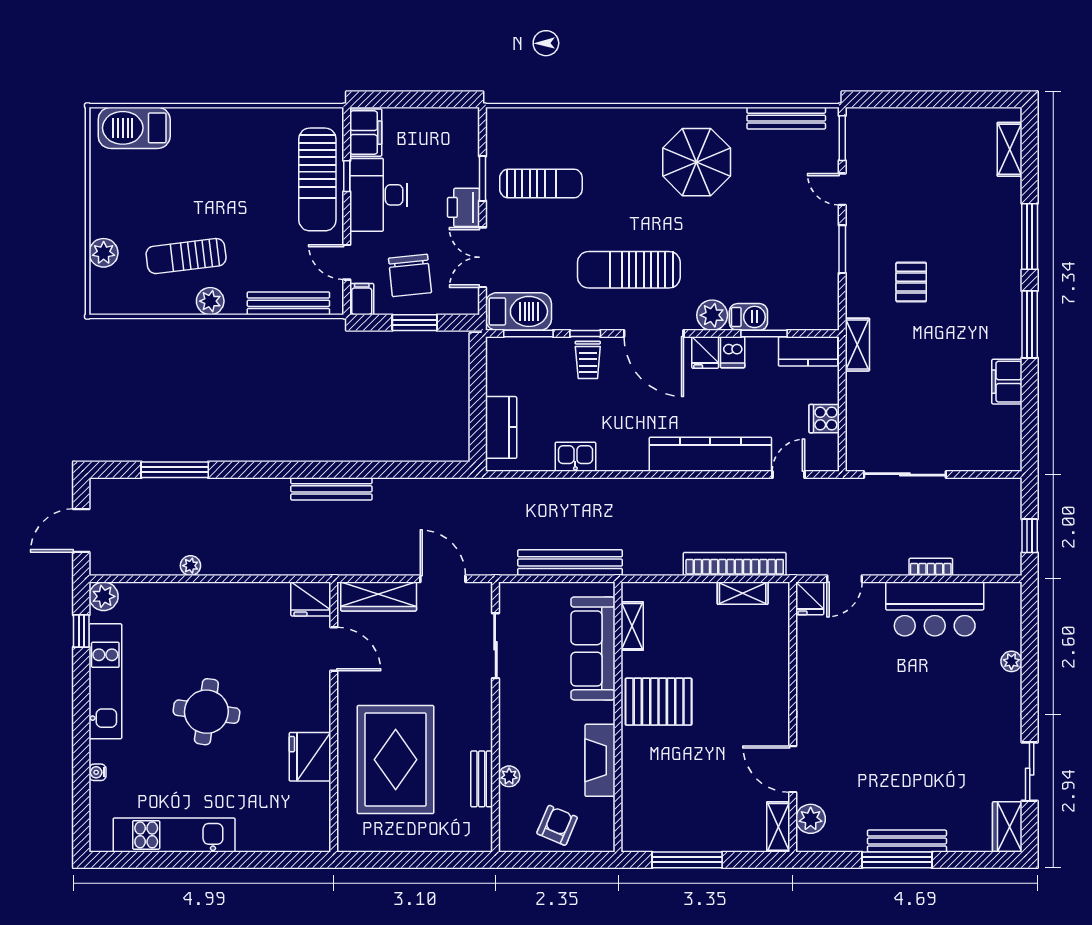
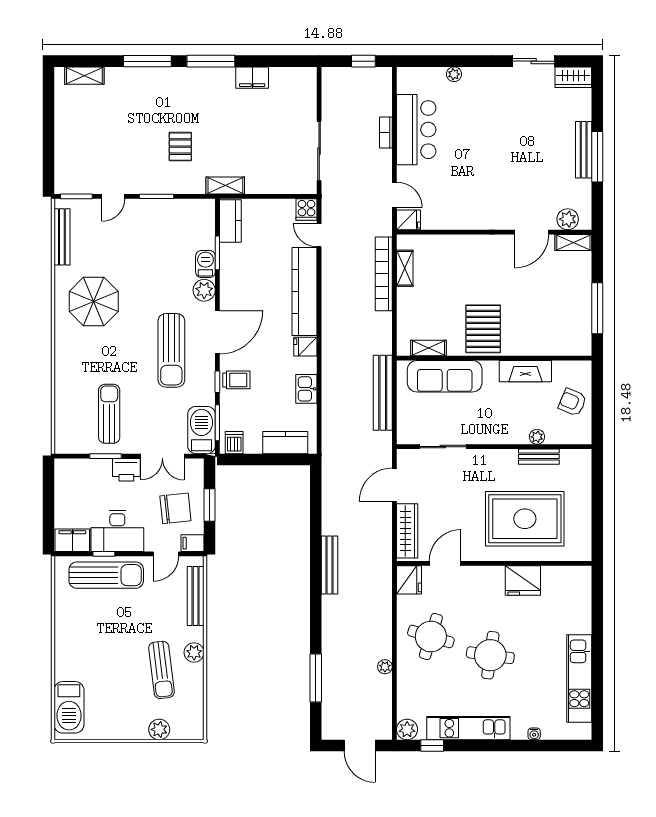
pallet: (911, 282) -> (180, 147), turned 90
dishwasher: (733, 352) -> (234, 443), moved, turned -90
fridge: (705, 353) -> (305, 347), moved, turned 180
cooker: (824, 419) -> (307, 209), moved
round table: (232, 629) -> (431, 637), added

